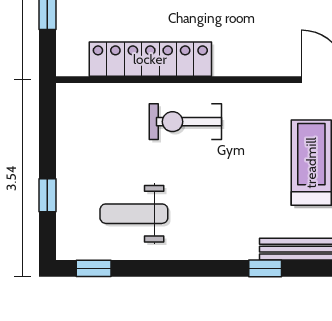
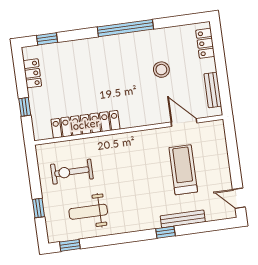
exercise bike: (185, 122) -> (72, 172), moved

